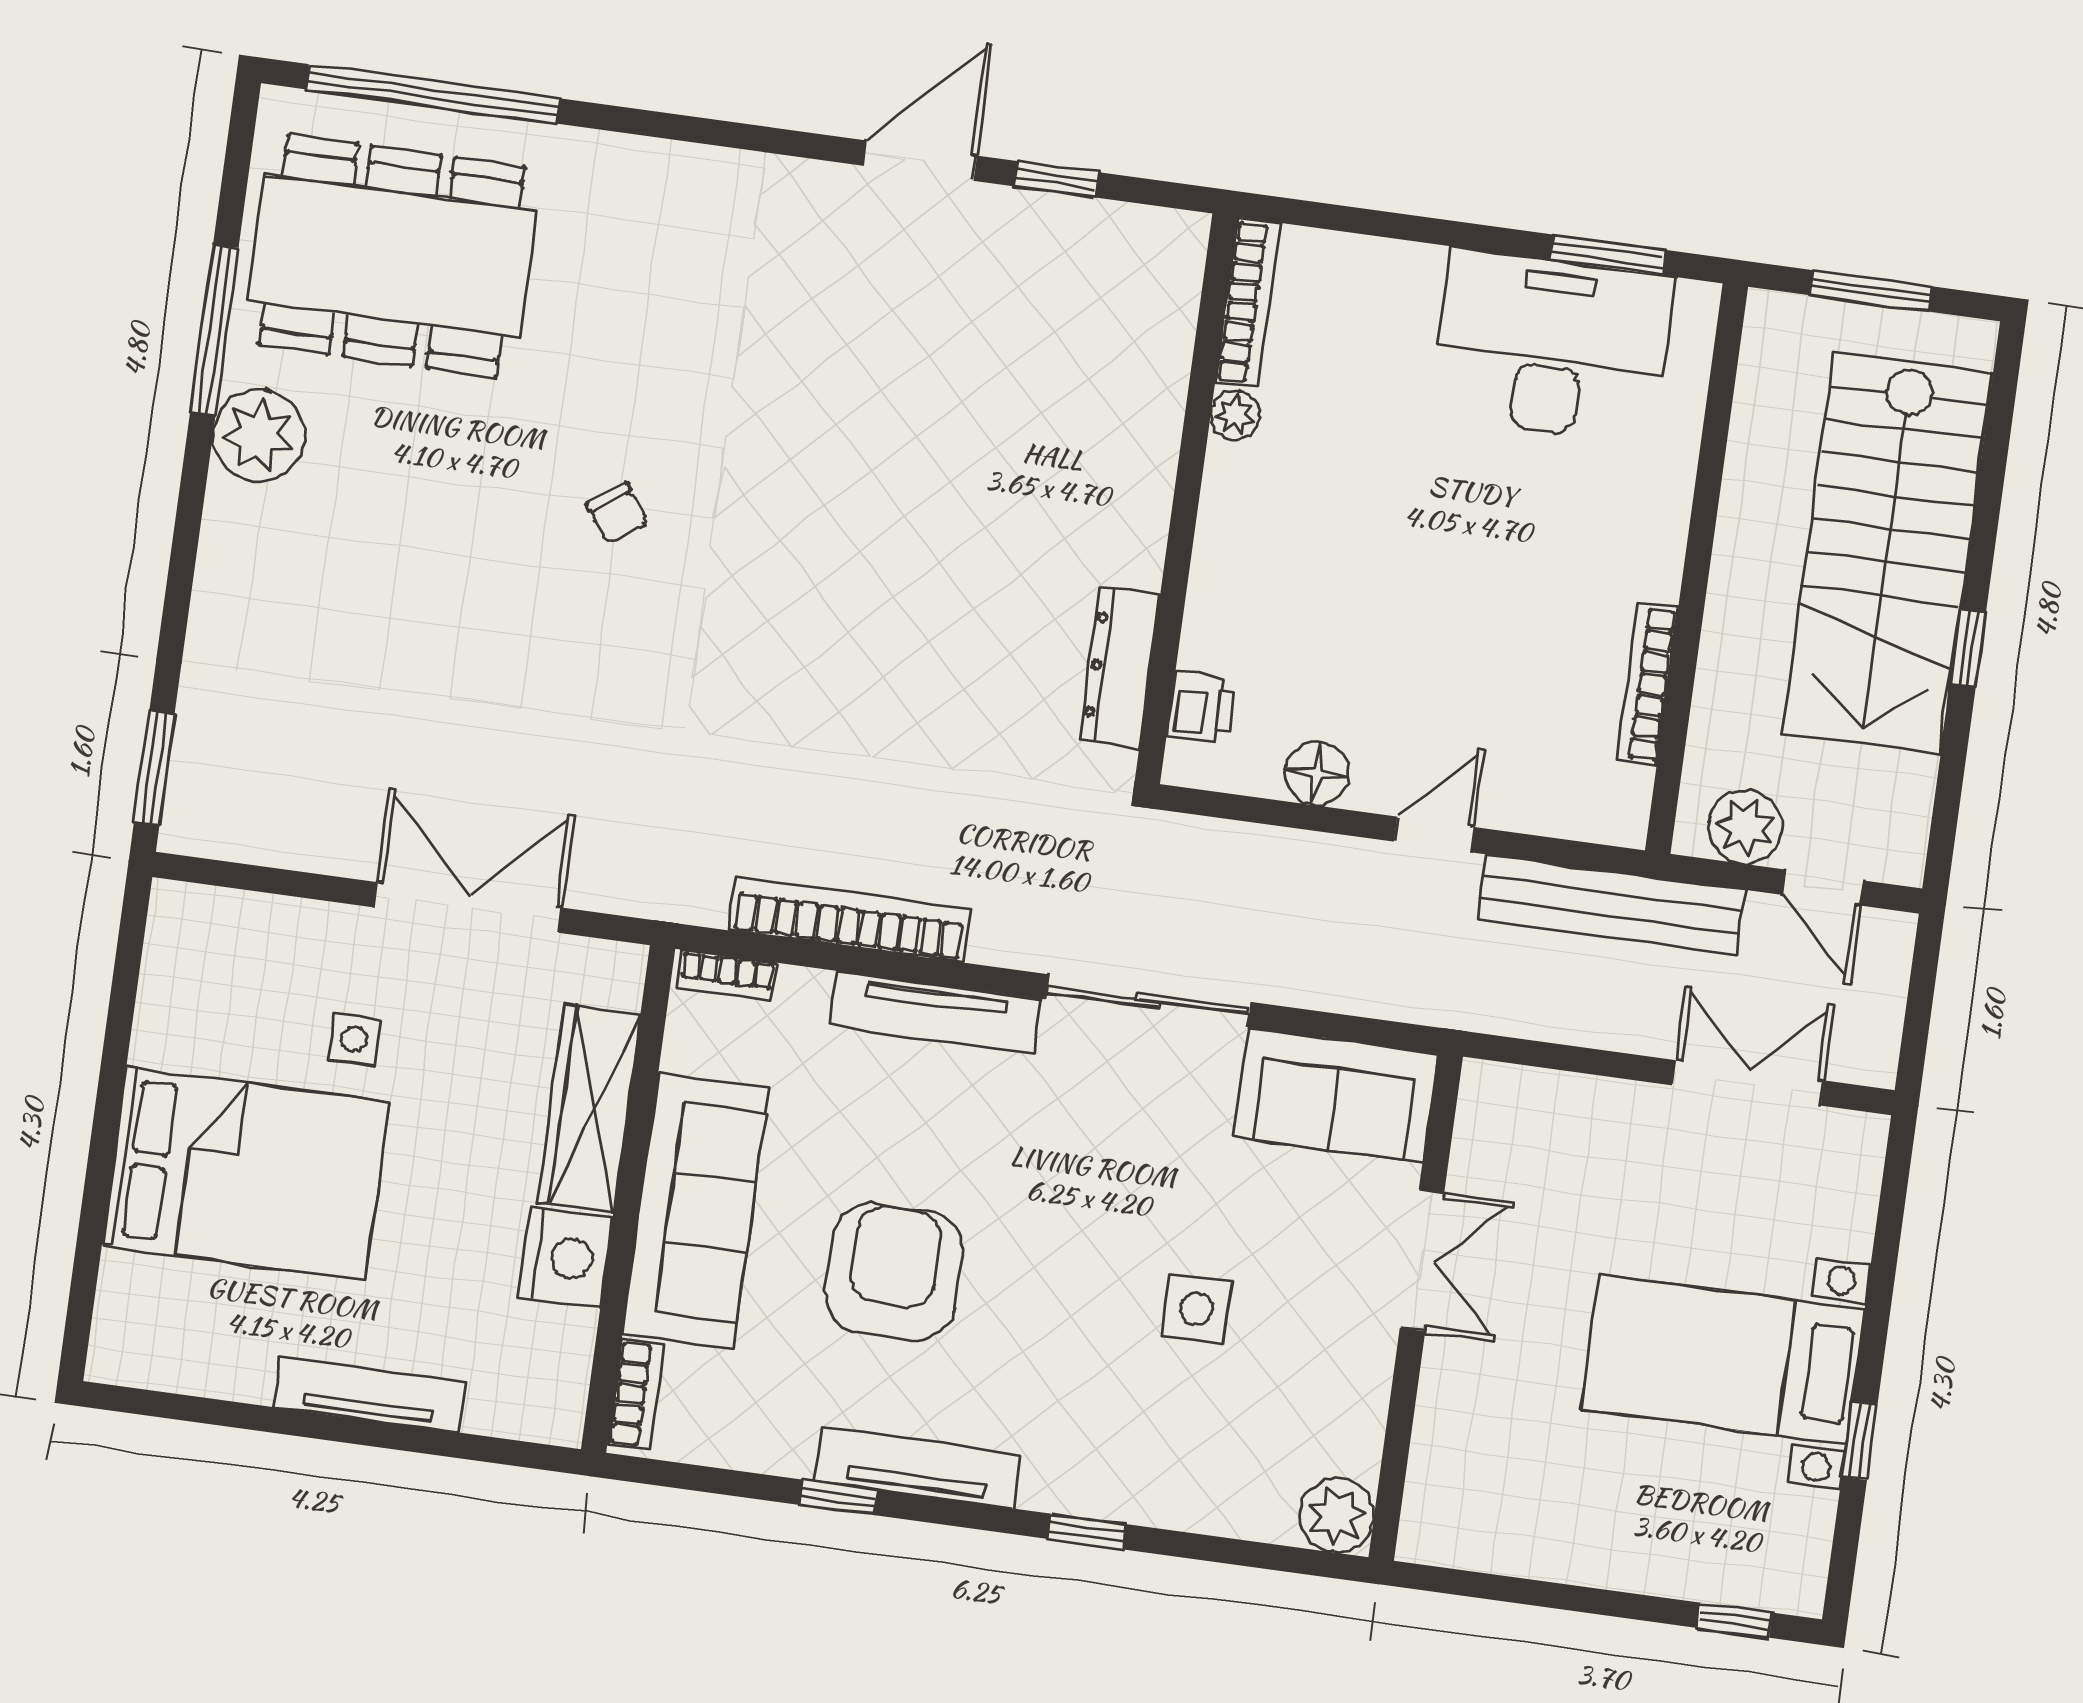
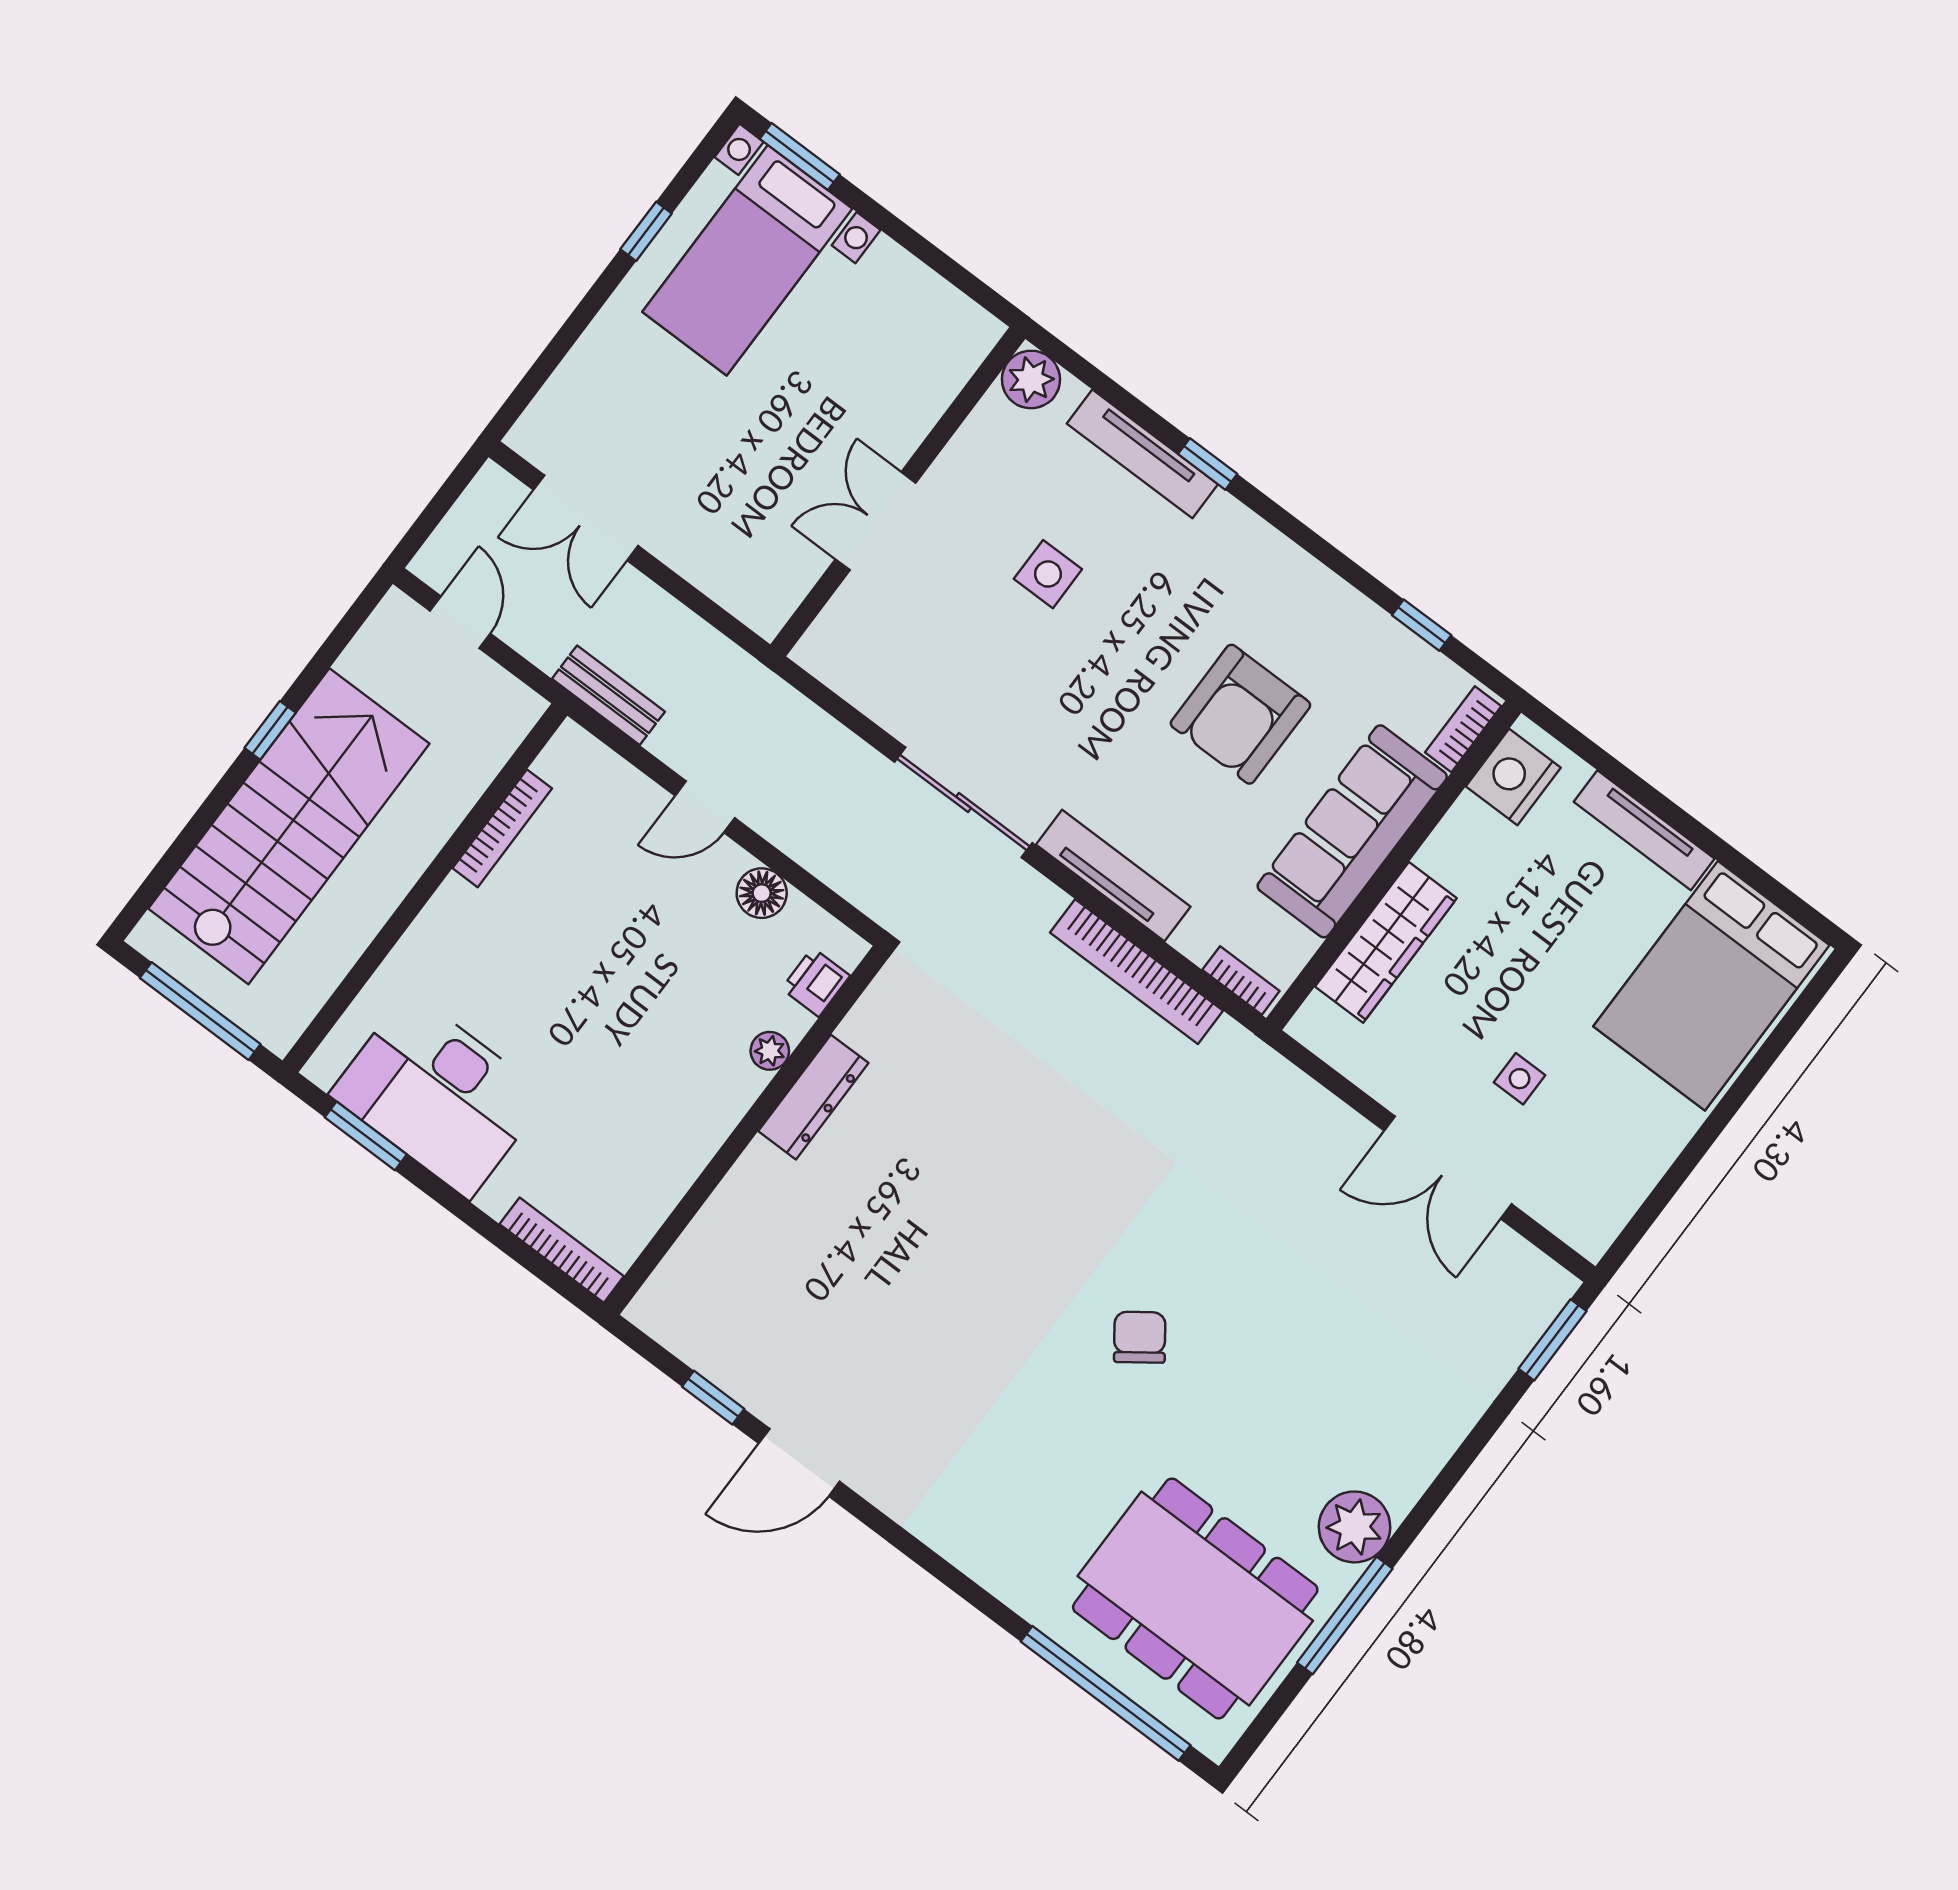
window: (1871, 291) -> (200, 1011), width x1.44
bookcase: (1247, 303) -> (562, 1250), moved, turned 90
plant: (1235, 415) -> (770, 1051), moved
chair: (617, 513) -> (1140, 1337), width x1.37, depth x1.37
dresser: (1120, 668) -> (813, 1097), moved
plant: (1746, 827) -> (490, 693), removed
bench: (1611, 905) -> (608, 695), width x0.54, depth x0.82
double door: (468, 908) -> (1448, 1167), moved
sofa: (1336, 1095) -> (872, 667), removed
bed: (246, 1173) -> (1711, 986), moved, turned -90
nightstand: (565, 1258) -> (1513, 777), moved
bed with nightstands: (1723, 1359) -> (747, 260), moved, turned 90
tv unit: (918, 1468) -> (1142, 454), moved
window: (838, 1497) -> (1422, 625), moved
window: (1735, 1620) -> (800, 157), width x1.50

